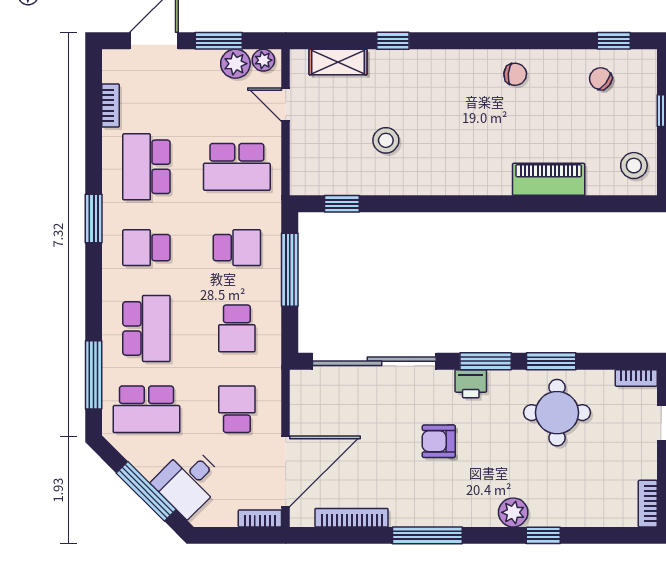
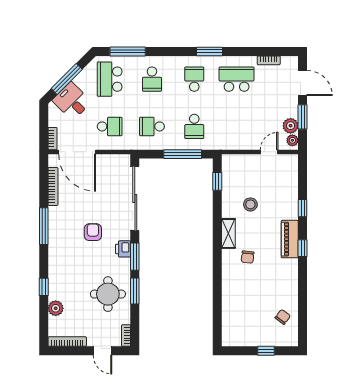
window: (614, 41) -> (303, 248), moved
shelving: (338, 62) -> (228, 233), moved
chair: (515, 74) -> (248, 257), moved
stool: (634, 166) -> (237, 334), removed
school desk: (237, 167) -> (237, 126), removed
piano: (549, 179) -> (290, 239), moved, turned 180
school desk: (146, 328) -> (152, 79), width x0.54
bookcase: (648, 504) -> (67, 342), width x1.56
plant: (513, 512) -> (56, 308), moved

